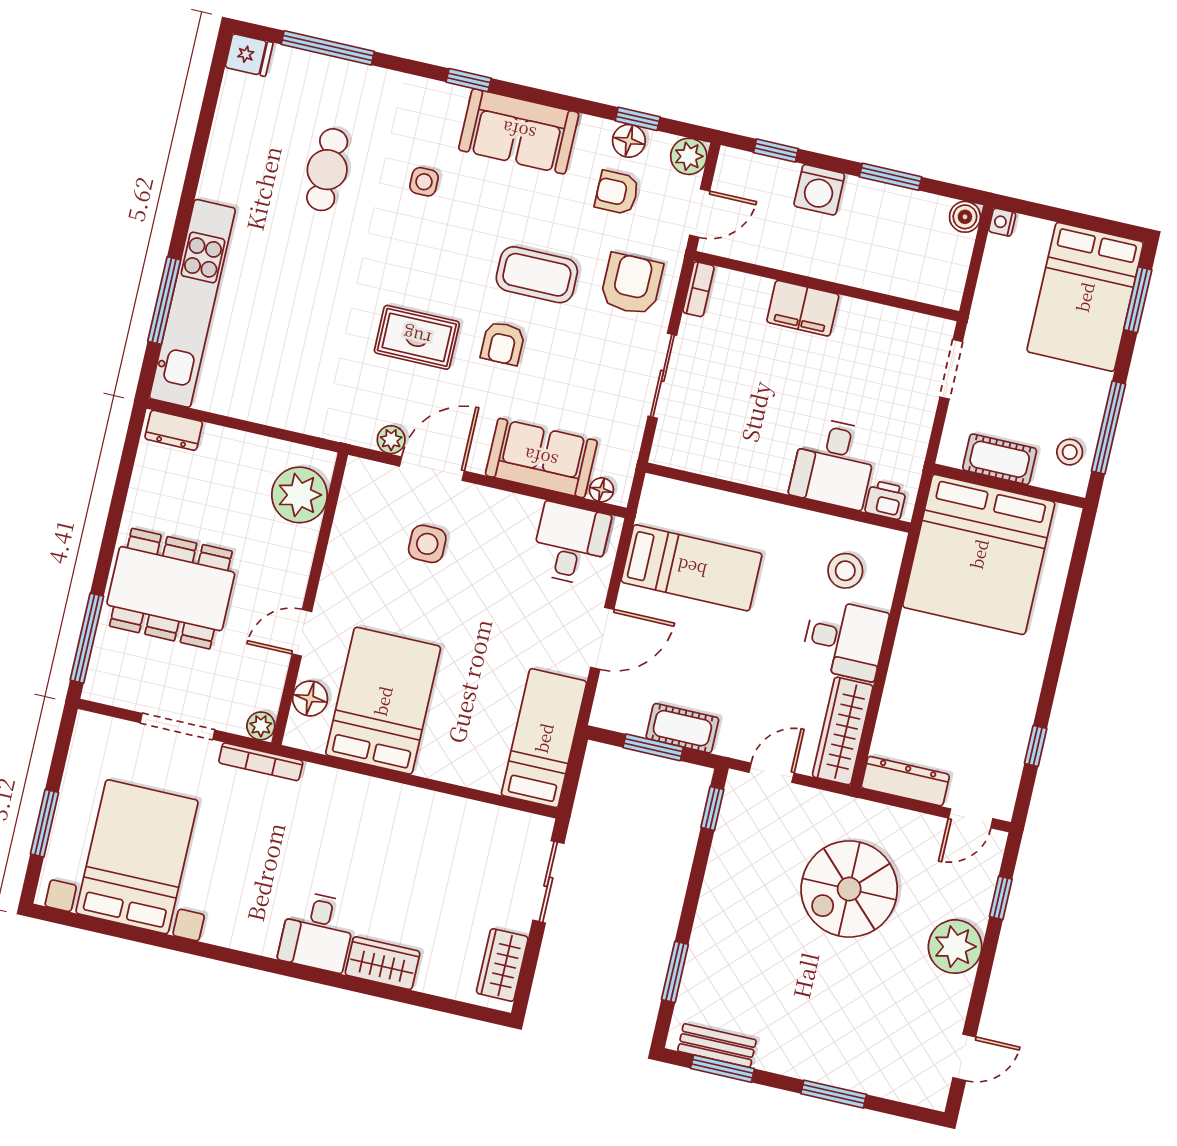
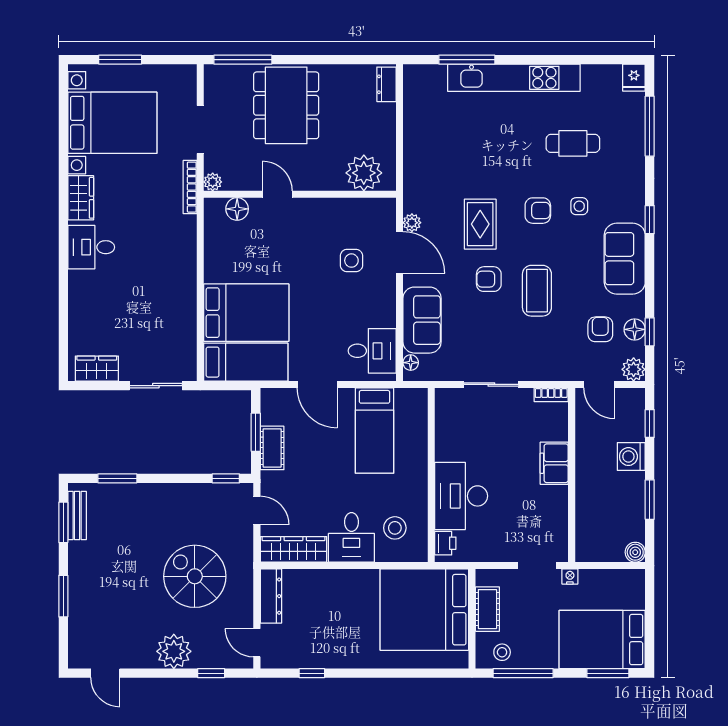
nightstand: (1002, 222) -> (570, 577), moved
armchair: (632, 284) -> (538, 211), moved, width x0.72, depth x0.72
kitchen unit: (192, 303) -> (514, 78), moved
desk: (834, 463) -> (461, 496), width x1.37
bed: (383, 701) -> (246, 313), moved
wardrobe: (383, 963) -> (81, 198), moved

